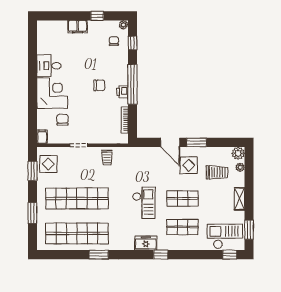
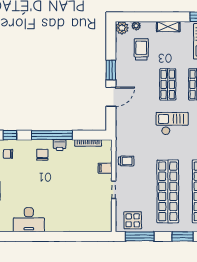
desk: (49, 66) -> (29, 220), width x1.37
chair: (99, 85) -> (42, 155), moved
corner desk: (52, 93) -> (61, 216), removed
chair: (62, 120) -> (88, 206), removed
filing cabinet: (42, 137) -> (105, 168), moved
display table: (189, 165) -> (134, 78), removed
window: (33, 171) -> (140, 236), width x1.44

